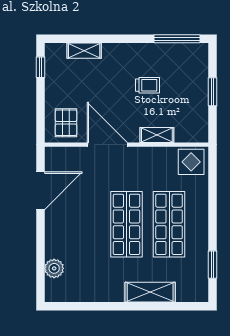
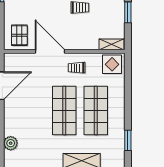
shelving: (157, 135) -> (112, 44), moved
trolley: (143, 167) -> (77, 68), added

